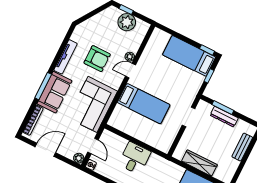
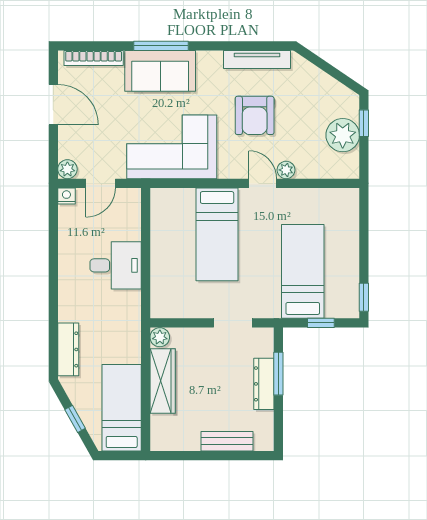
bed: (189, 56) -> (303, 271), moved
tv unit: (65, 57) -> (257, 59), moved
plant: (178, 154) -> (160, 337), added

